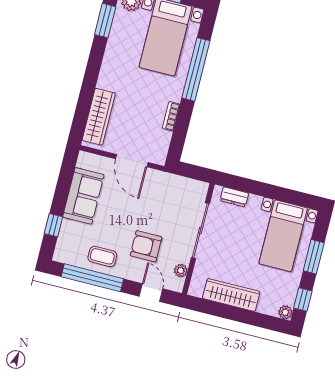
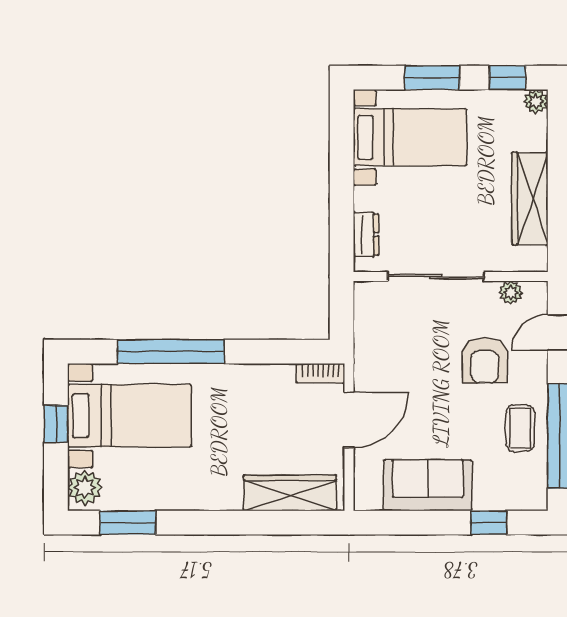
bookcase: (171, 116) -> (320, 373), moved

